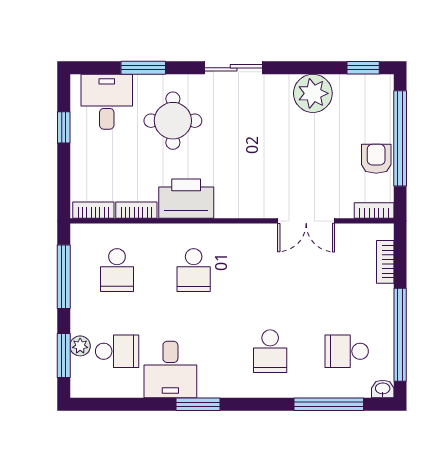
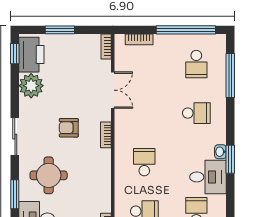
window: (400, 138) -> (60, 30), width x0.47
armchair: (376, 159) -> (69, 128), moved
printer: (186, 199) -> (31, 55), moved, turned 180
bookcase: (136, 210) -> (106, 135), moved
school desk: (194, 270) -> (144, 162), turned -90
washbasin: (383, 389) -> (220, 152), moved

